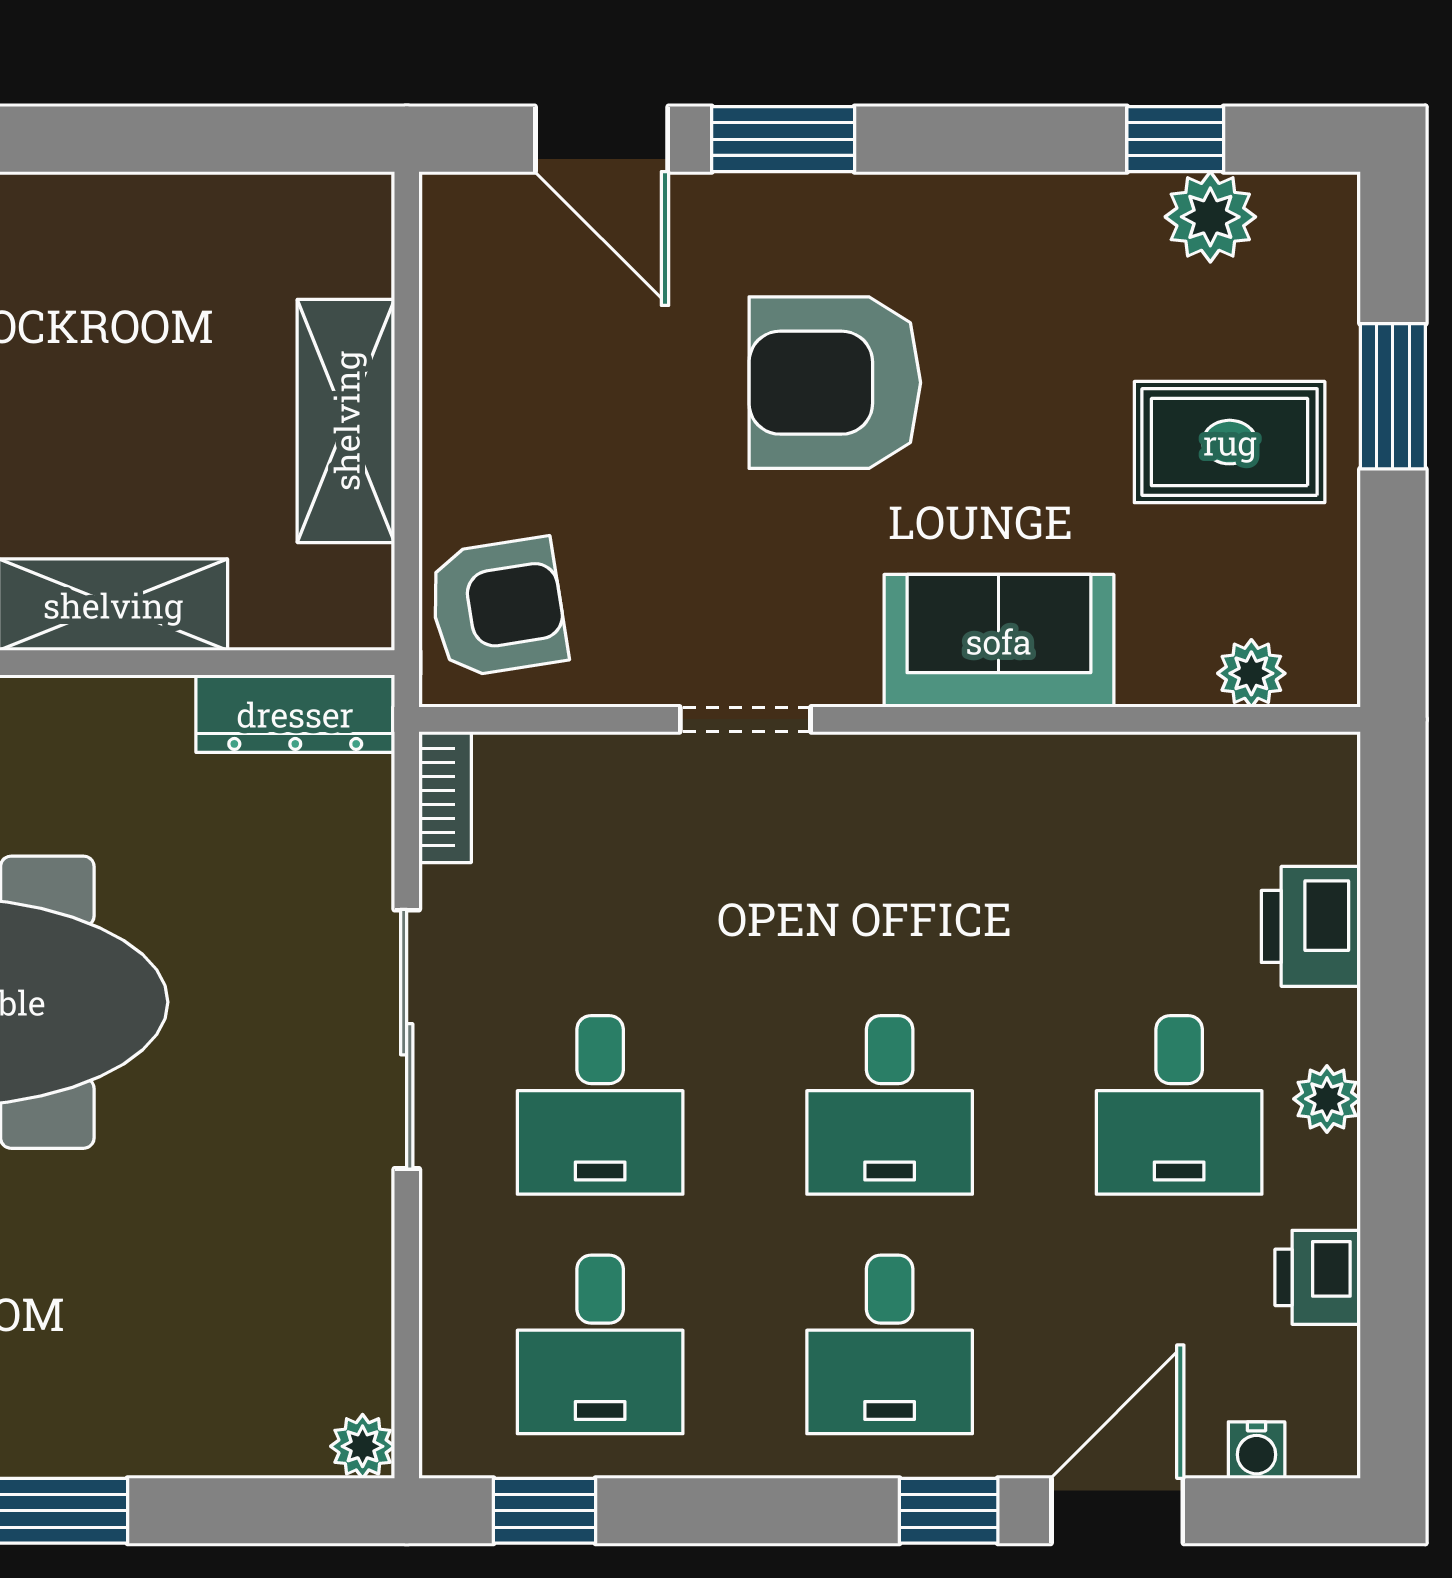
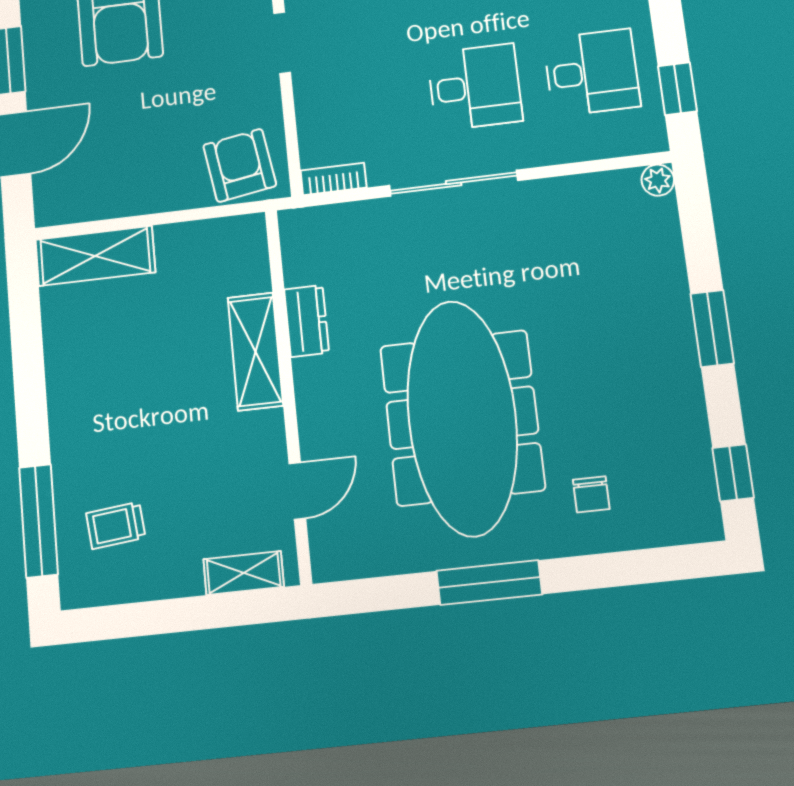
shelving: (346, 421) -> (95, 256), moved
dresser: (295, 714) -> (307, 321), moved, width x0.70

